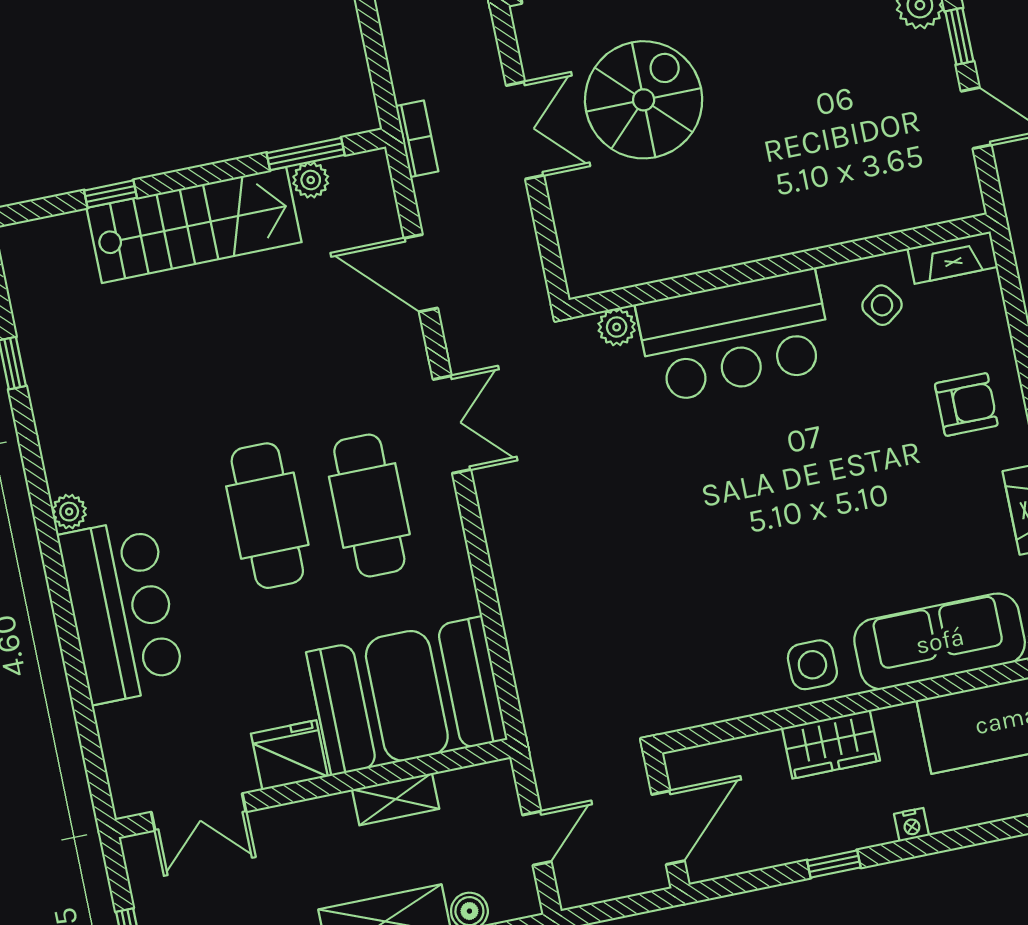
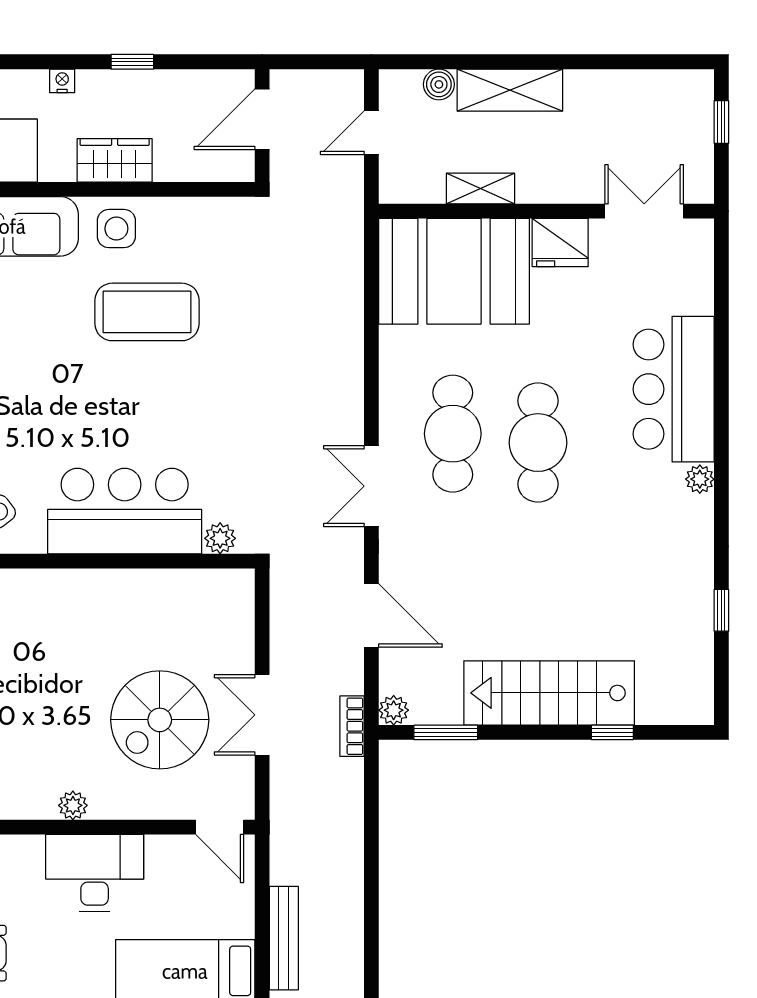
plant: (311, 180) -> (394, 710), moved
coffee table: (757, 574) -> (147, 312), added

